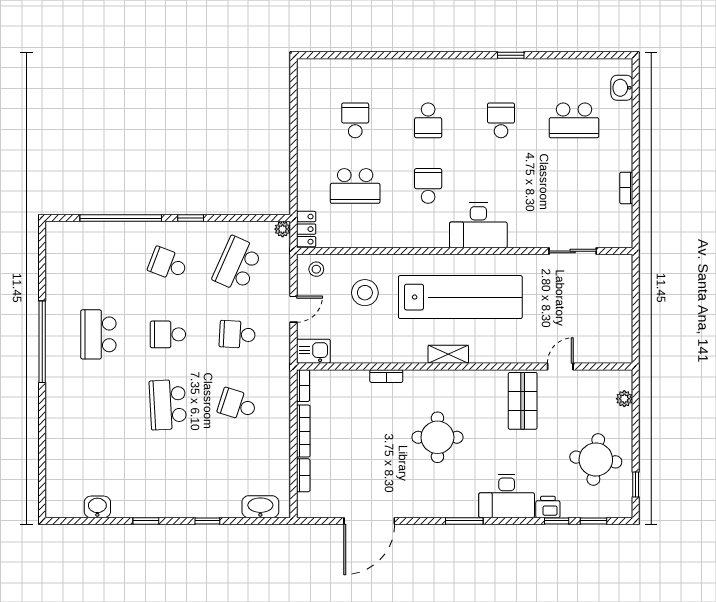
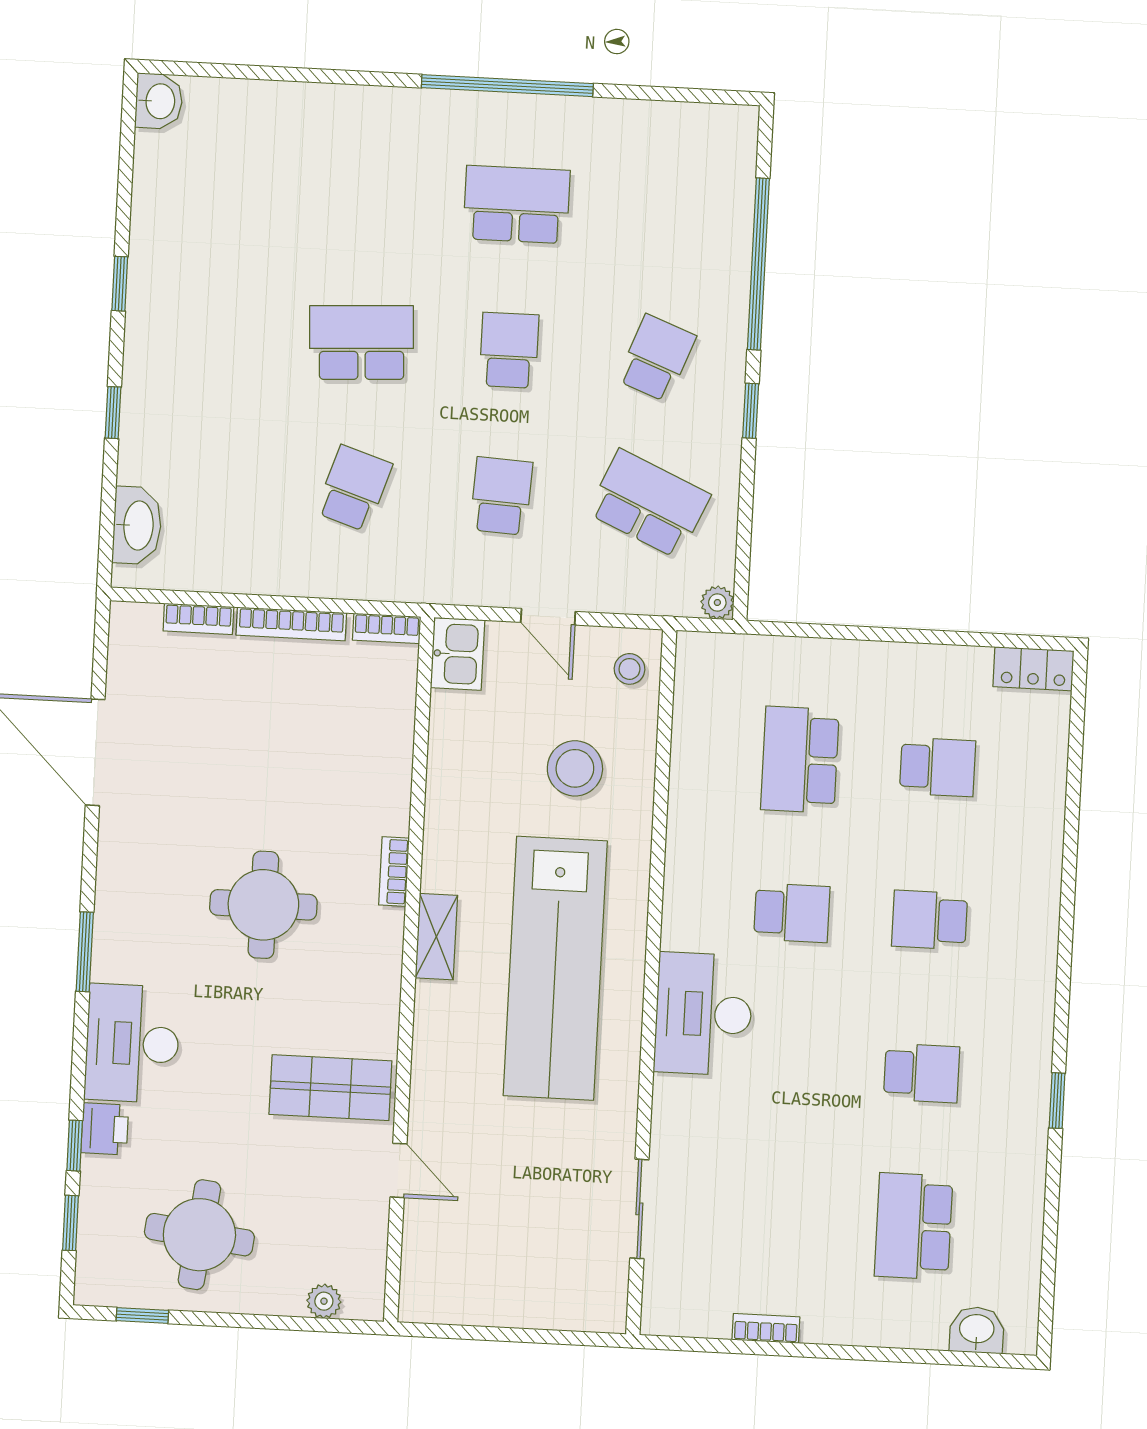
locker: (306, 229) -> (1034, 669), moved
bookcase: (386, 376) -> (394, 871), moved
washbasin: (97, 507) -> (159, 101), moved

